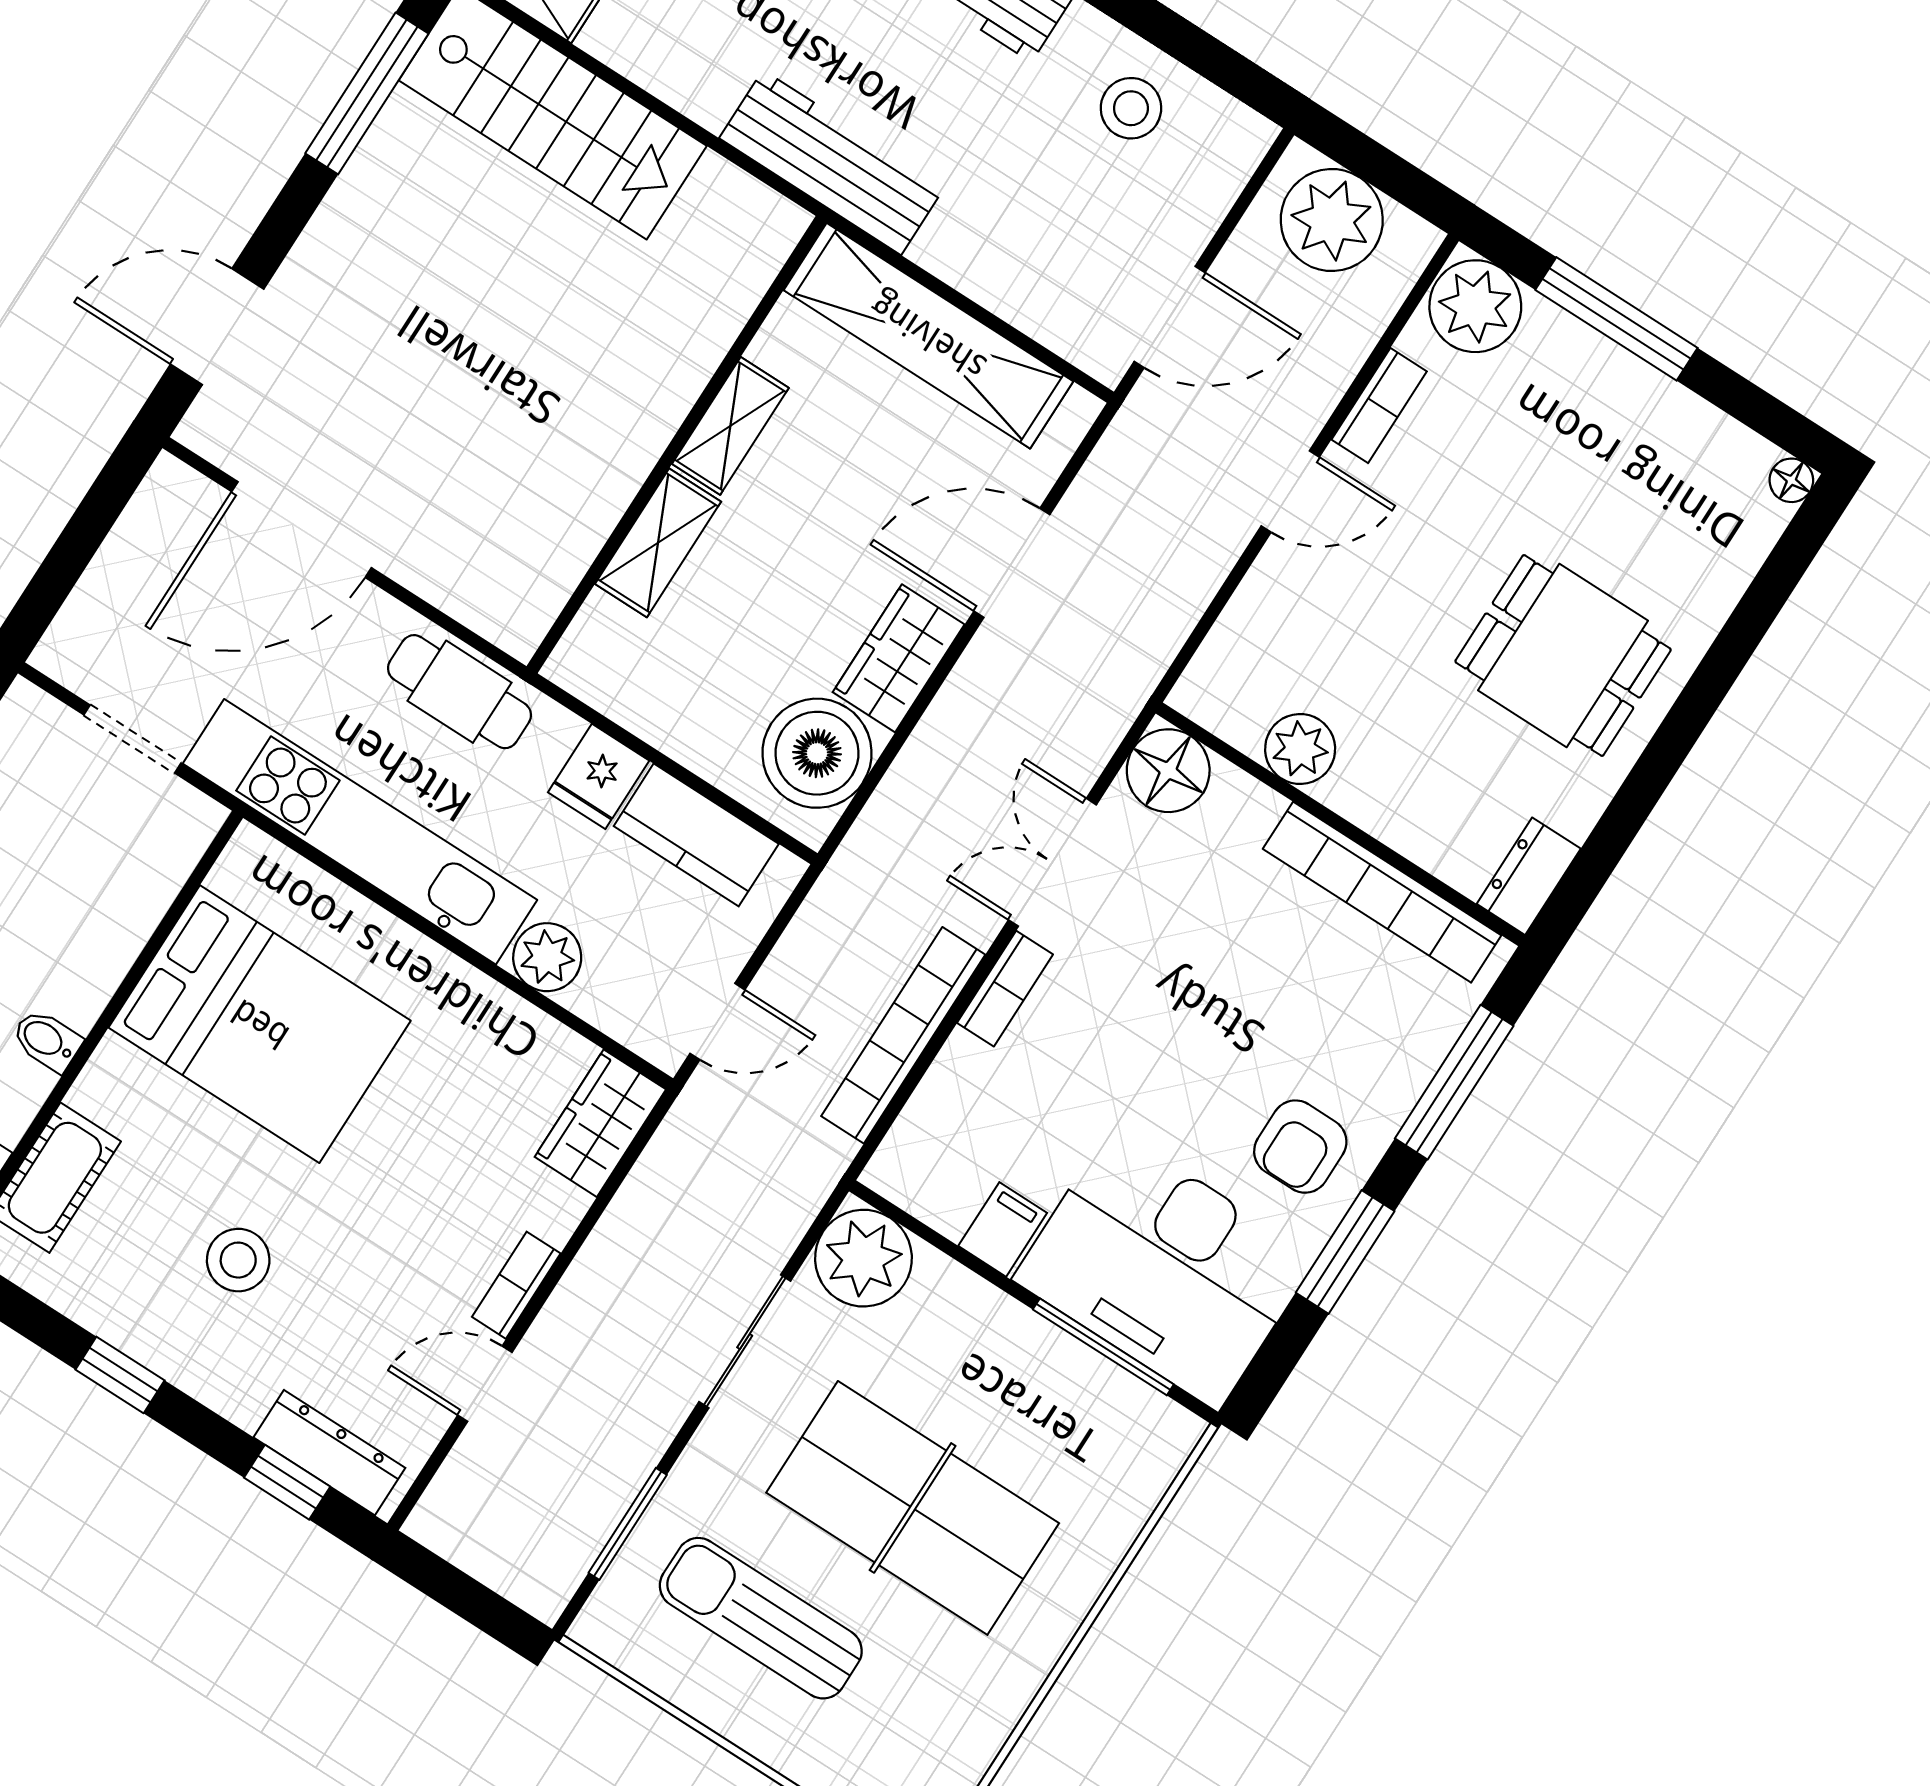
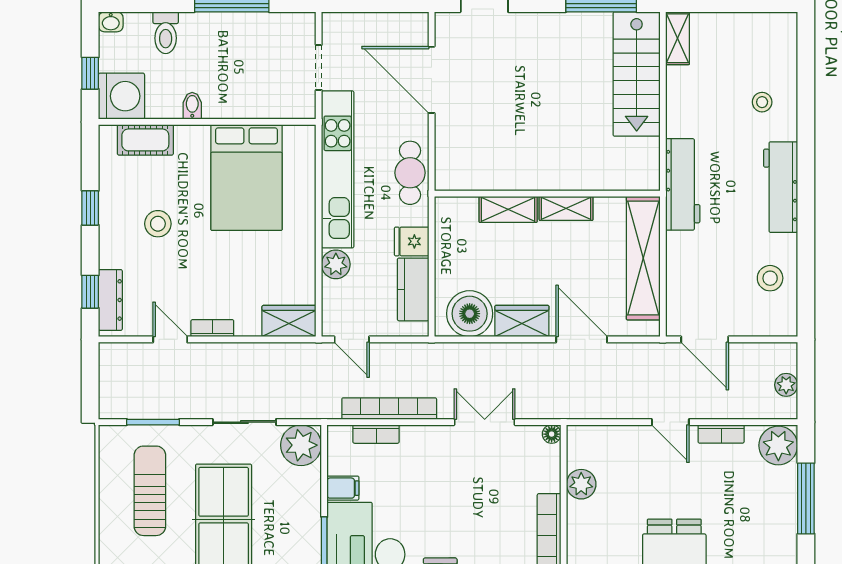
plant: (1332, 220) -> (786, 385), width x0.53, depth x0.53
floor lamp: (1168, 771) -> (552, 434), width x0.53, depth x0.53
bookcase: (1005, 989) -> (376, 434), moved

